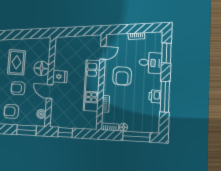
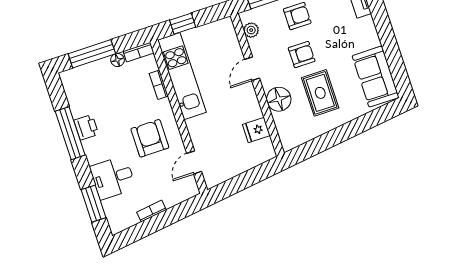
fridge: (60, 77) -> (256, 130), moved
kitchen unit: (92, 85) -> (182, 76), moved
door: (50, 92) -> (252, 69), swing flipped
window: (65, 132) -> (183, 24), moved

